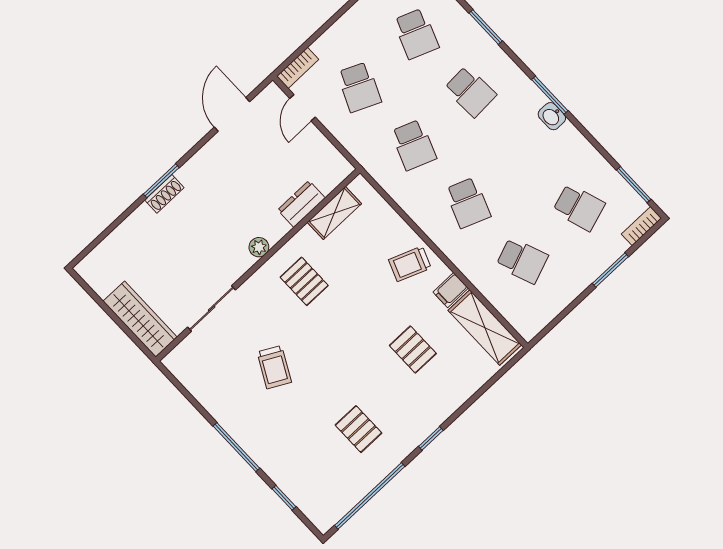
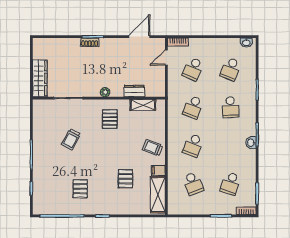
school desk: (579, 207) -> (231, 184), turned 36

